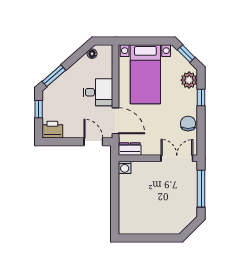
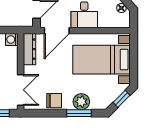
plant: (189, 80) -> (81, 102), moved
window: (201, 98) -> (79, 113), width x1.50
dresser: (130, 149) -> (29, 49), width x1.44

